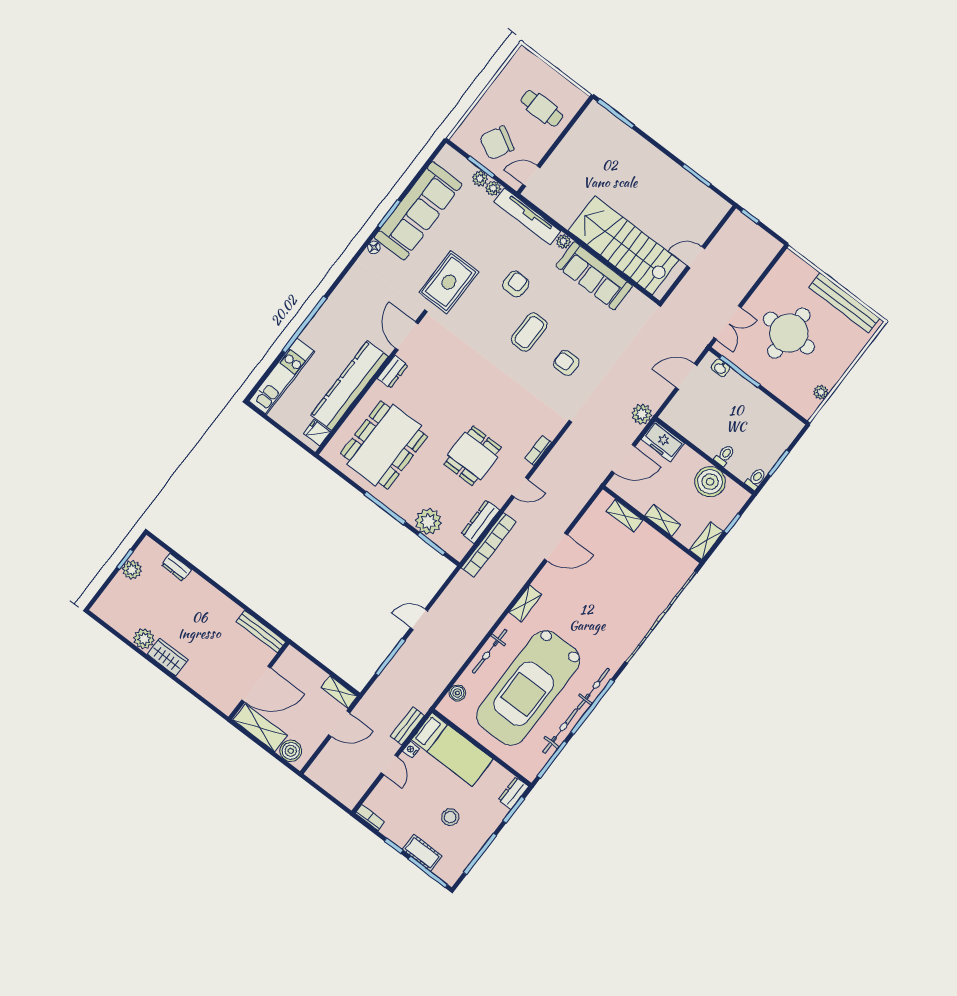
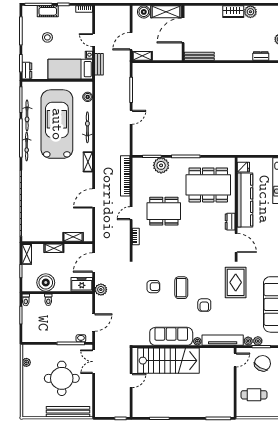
bench: (844, 303) -> (68, 412), moved
dining table: (384, 445) -> (208, 185), turned 90
dining table: (473, 456) -> (164, 211), width x1.38
dresser: (480, 522) -> (137, 183), removed

